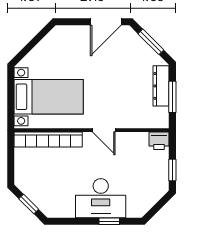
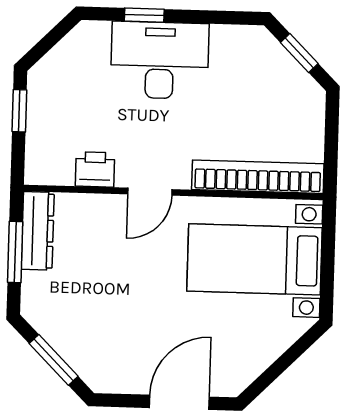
door: (106, 22) -> (179, 402), moved
dresser: (161, 86) -> (38, 231), moved
door: (104, 130) -> (150, 192), swing flipped
printer: (159, 141) -> (95, 169), moved

